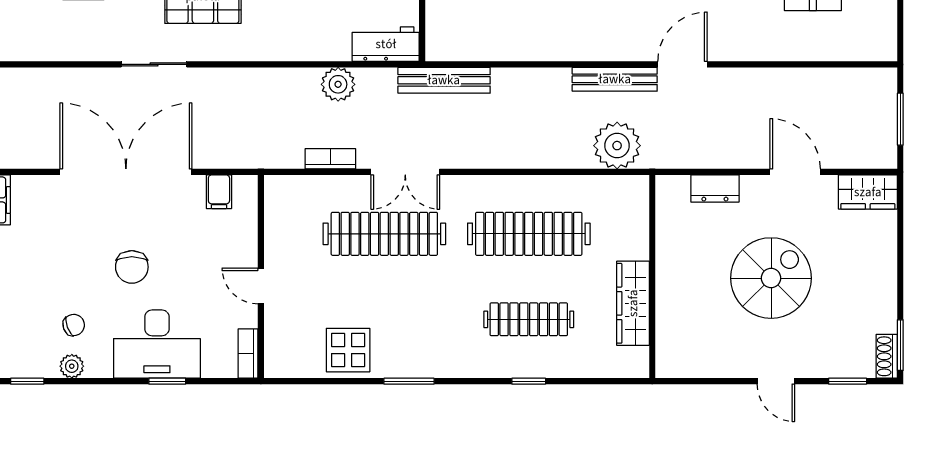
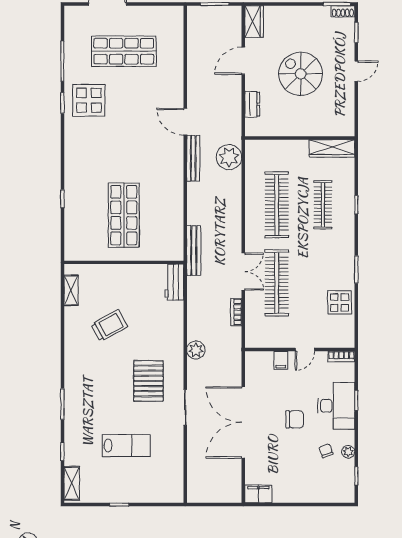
plant: (338, 84) -> (196, 350), moved
filing cabinet: (219, 192) -> (281, 360), moved, turned 90
wardrobe: (633, 303) -> (332, 148), moved

